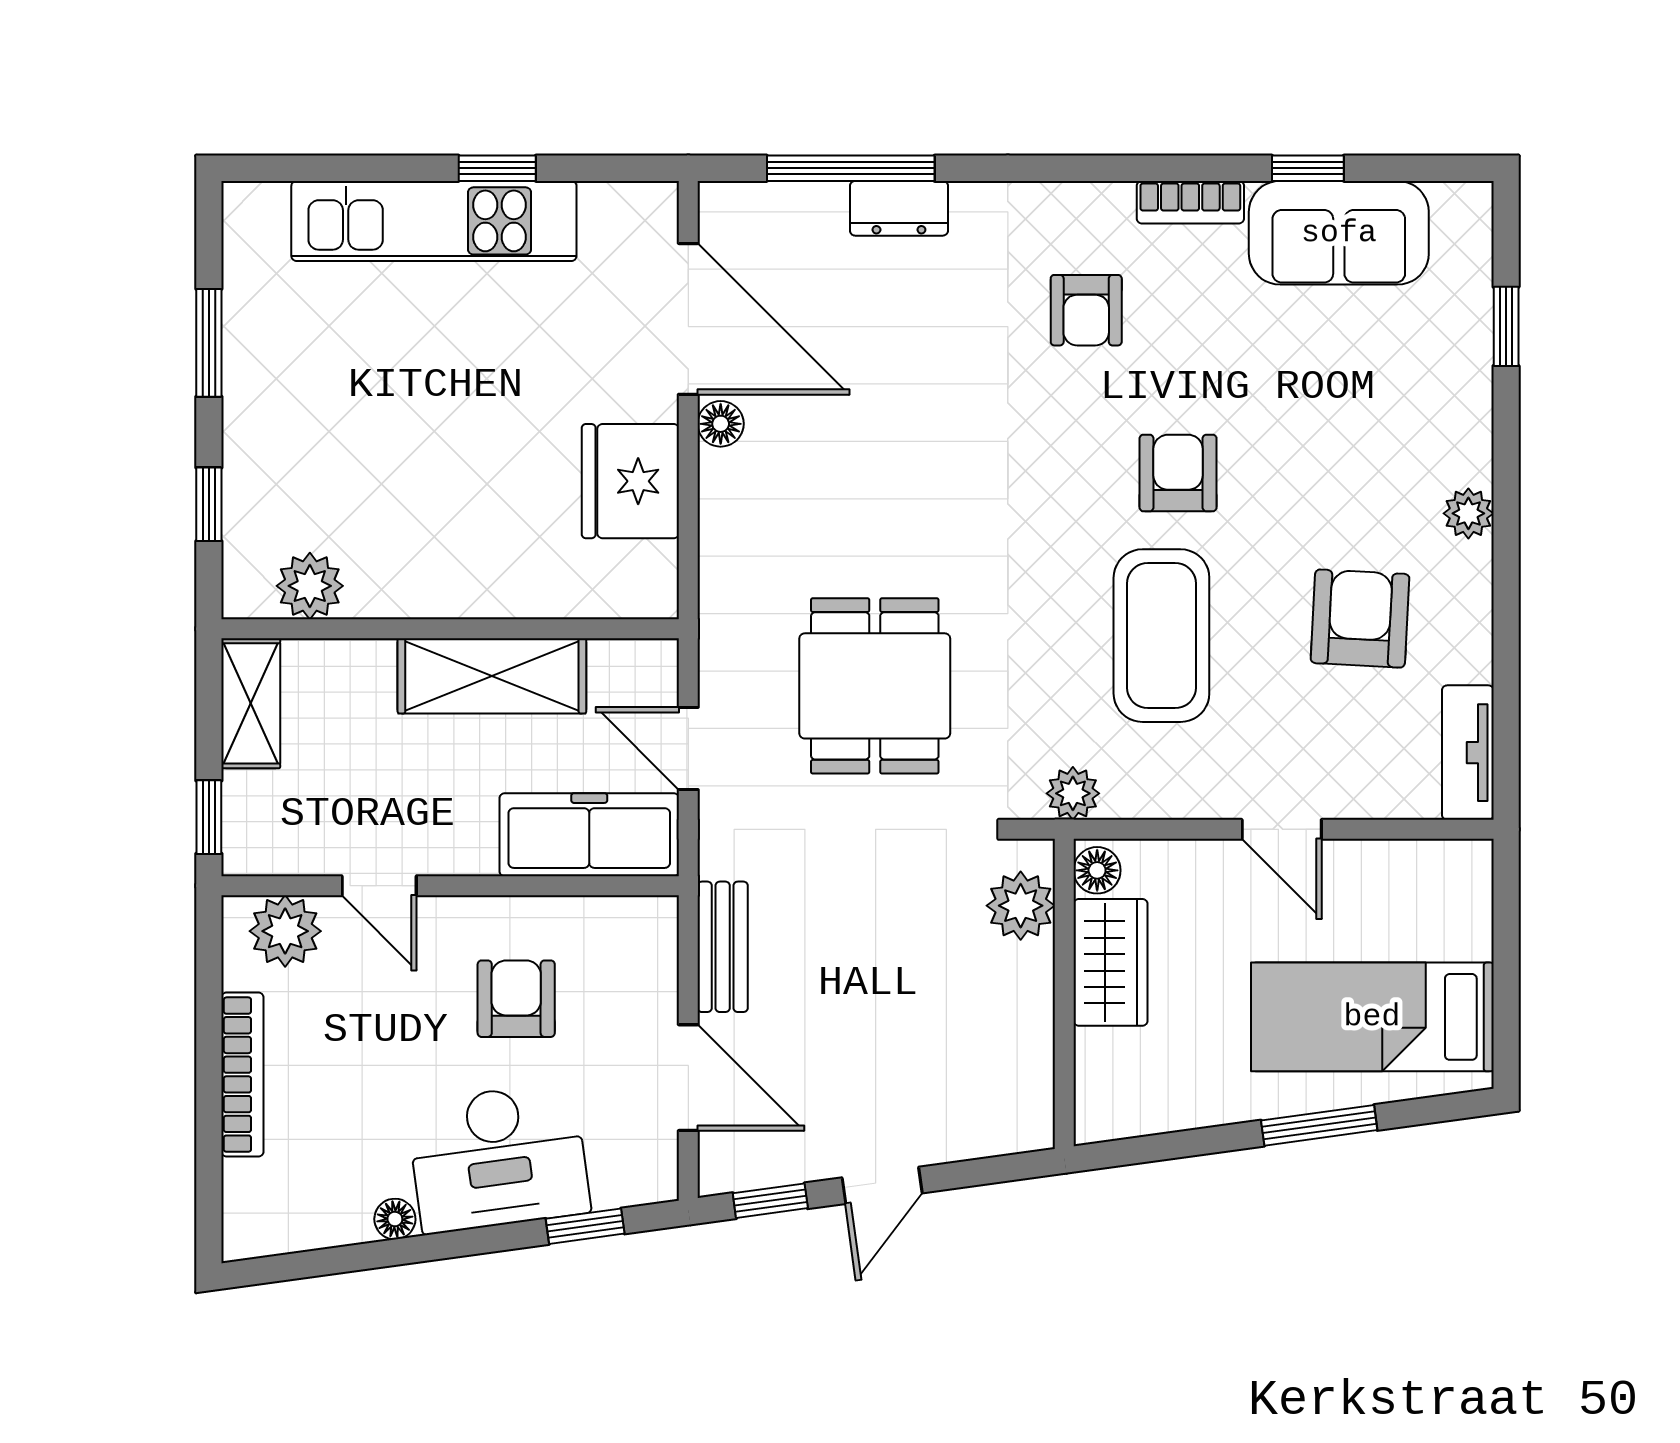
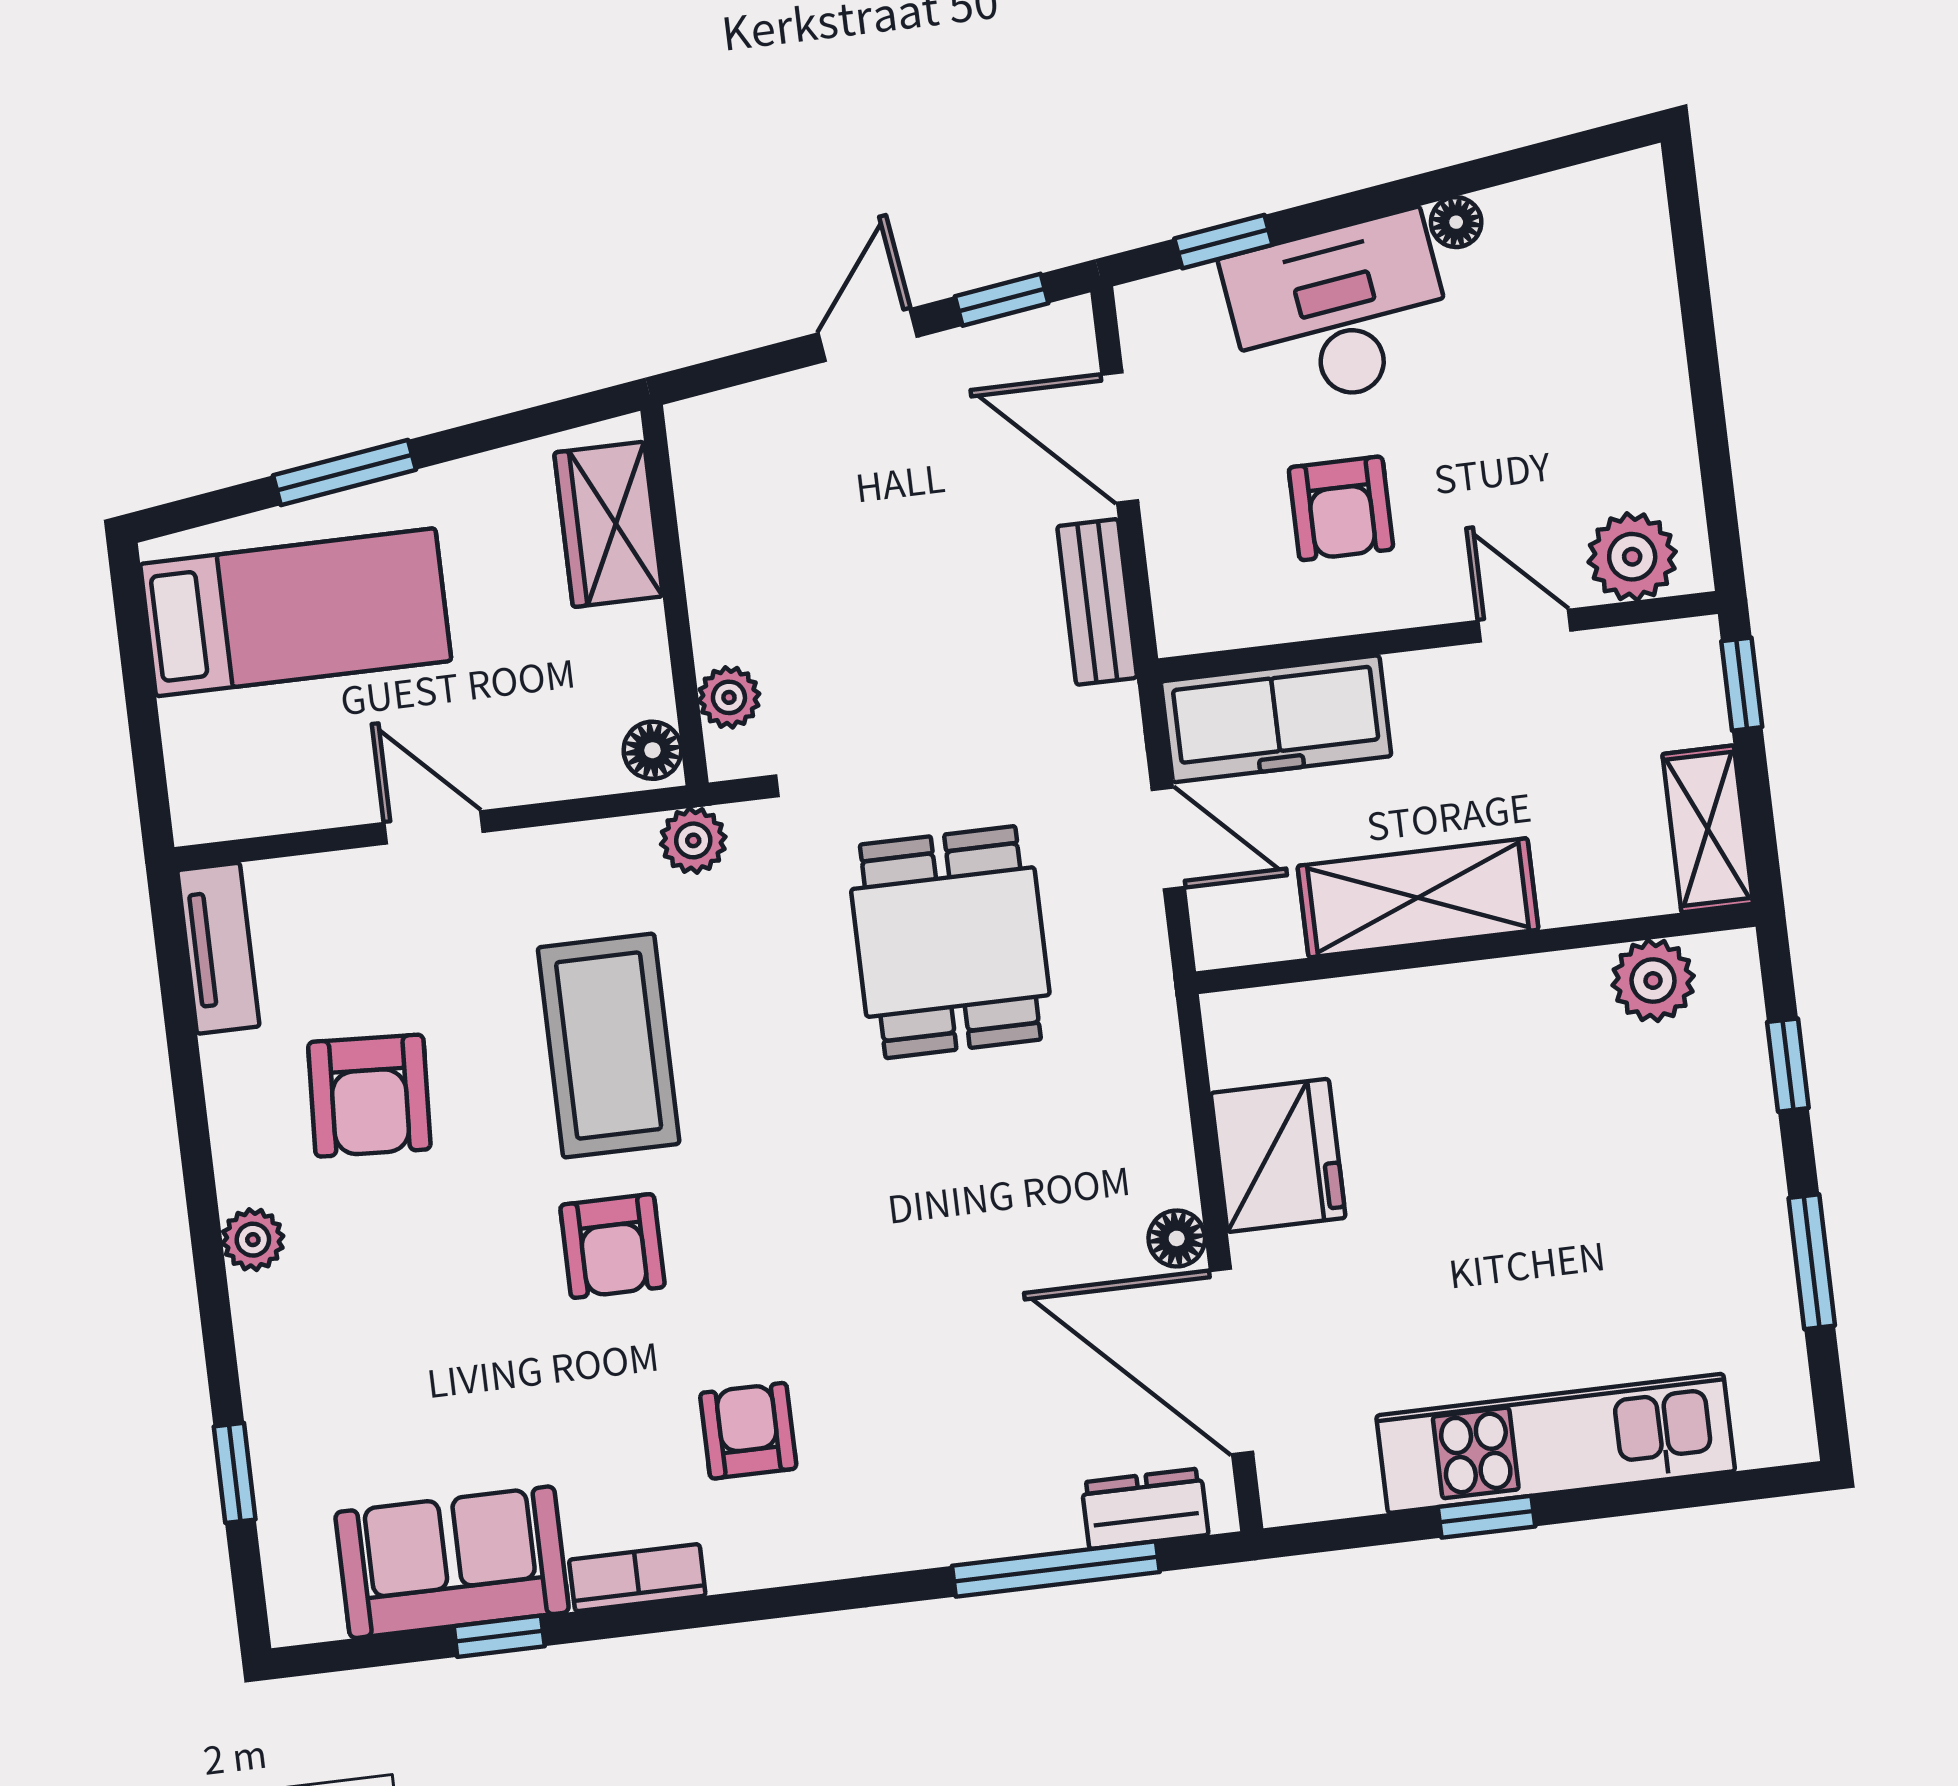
dresser: (899, 208) -> (1145, 1509), moved
plant: (1021, 906) -> (729, 697), width x0.73, depth x0.73
wardrobe: (1111, 962) -> (608, 524), moved
bookcase: (242, 1075) -> (1663, 376), removed

